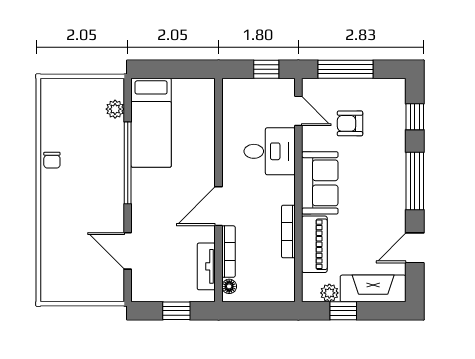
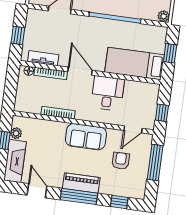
window: (171, 69) -> (170, 53), added
plant: (115, 109) -> (164, 16), moved
bed: (151, 123) -> (134, 64), moved
desk: (270, 151) -> (108, 93), moved, turned 180
piano: (314, 244) -> (81, 183), moved, turned 180

